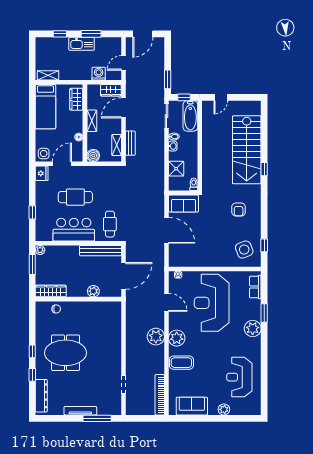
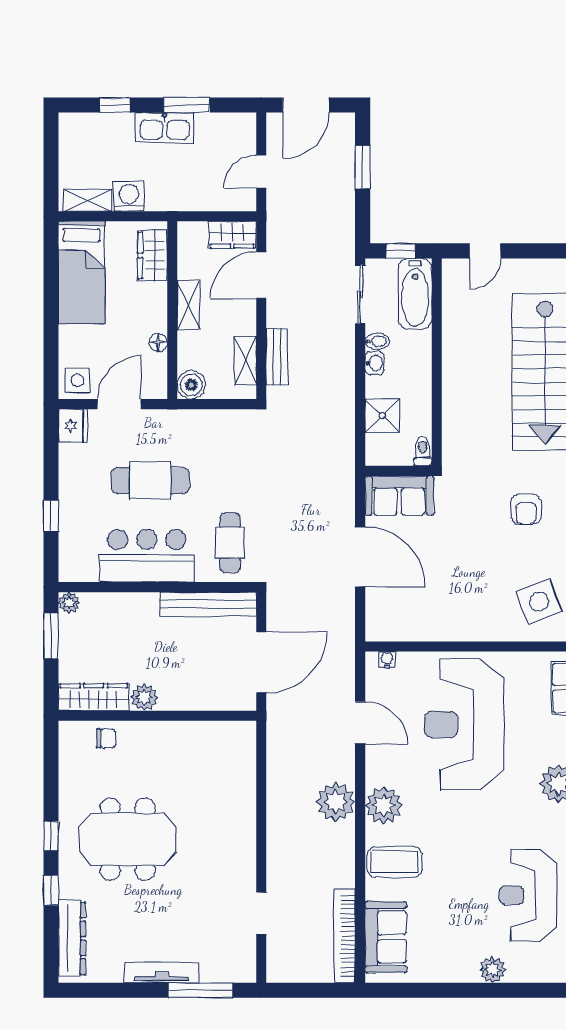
washing machine: (99, 74) -> (129, 196), moved
window: (168, 79) -> (363, 167), moved
plant: (93, 291) -> (144, 697), moved
sofa: (192, 406) -> (386, 937), moved, turned 90

